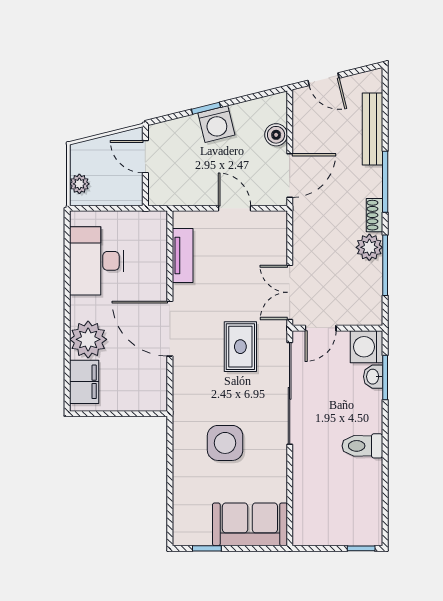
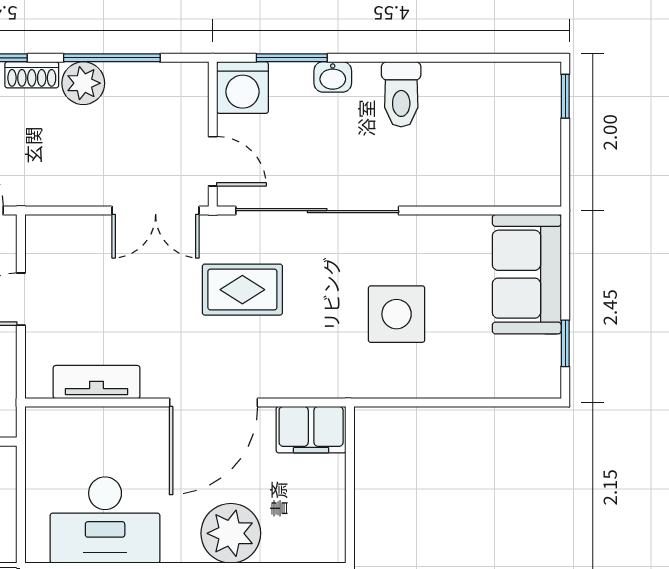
washbasin: (373, 377) -> (333, 77), moved
filing cabinet: (84, 382) -> (311, 430), moved, turned 180

